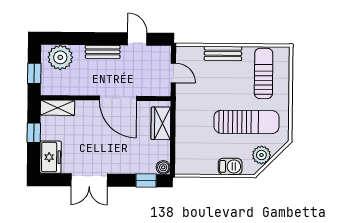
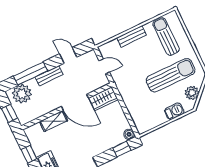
window: (82, 39) -> (31, 74), added
shelving: (57, 108) -> (54, 121), moved
wardrobe: (161, 123) -> (103, 99), moved, turned -90

